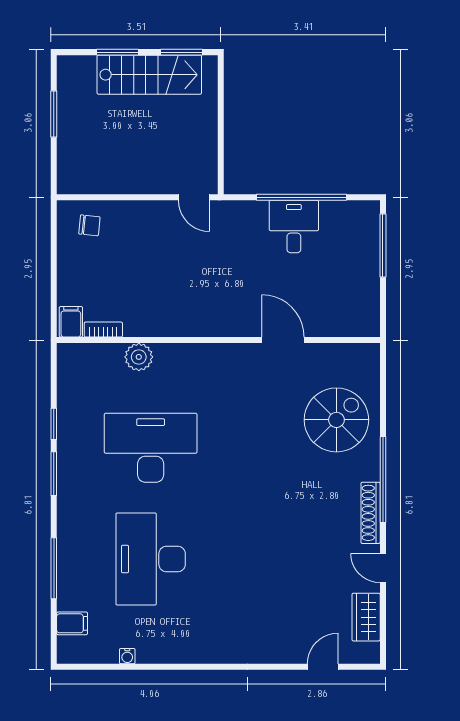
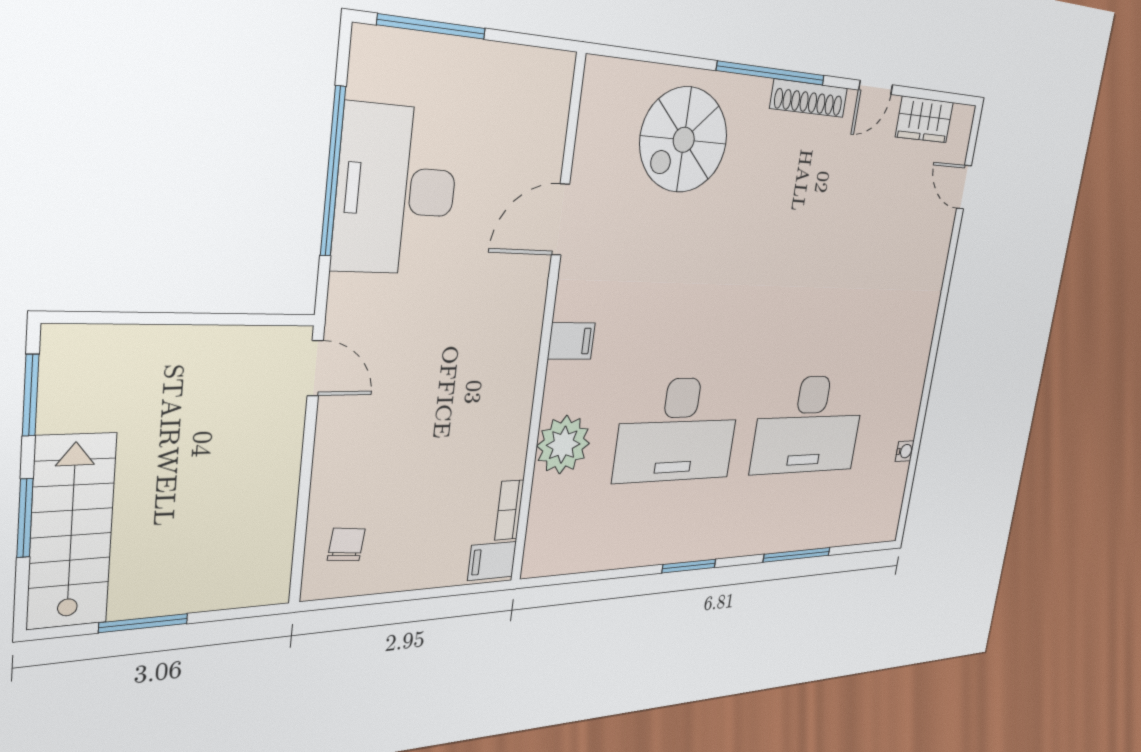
stairs: (149, 75) -> (71, 531), moved
door: (194, 197) -> (315, 368), hinge flipped
desk: (294, 227) -> (396, 190), width x1.87, depth x1.30
plant: (139, 357) -> (563, 445), width x1.36, depth x1.36
spiral stairs: (336, 420) -> (684, 140), turned -90
window: (54, 424) -> (628, 572), removed
desk: (151, 448) -> (678, 430), turned -90
filing cabinet: (72, 623) -> (571, 341), moved, turned 90

